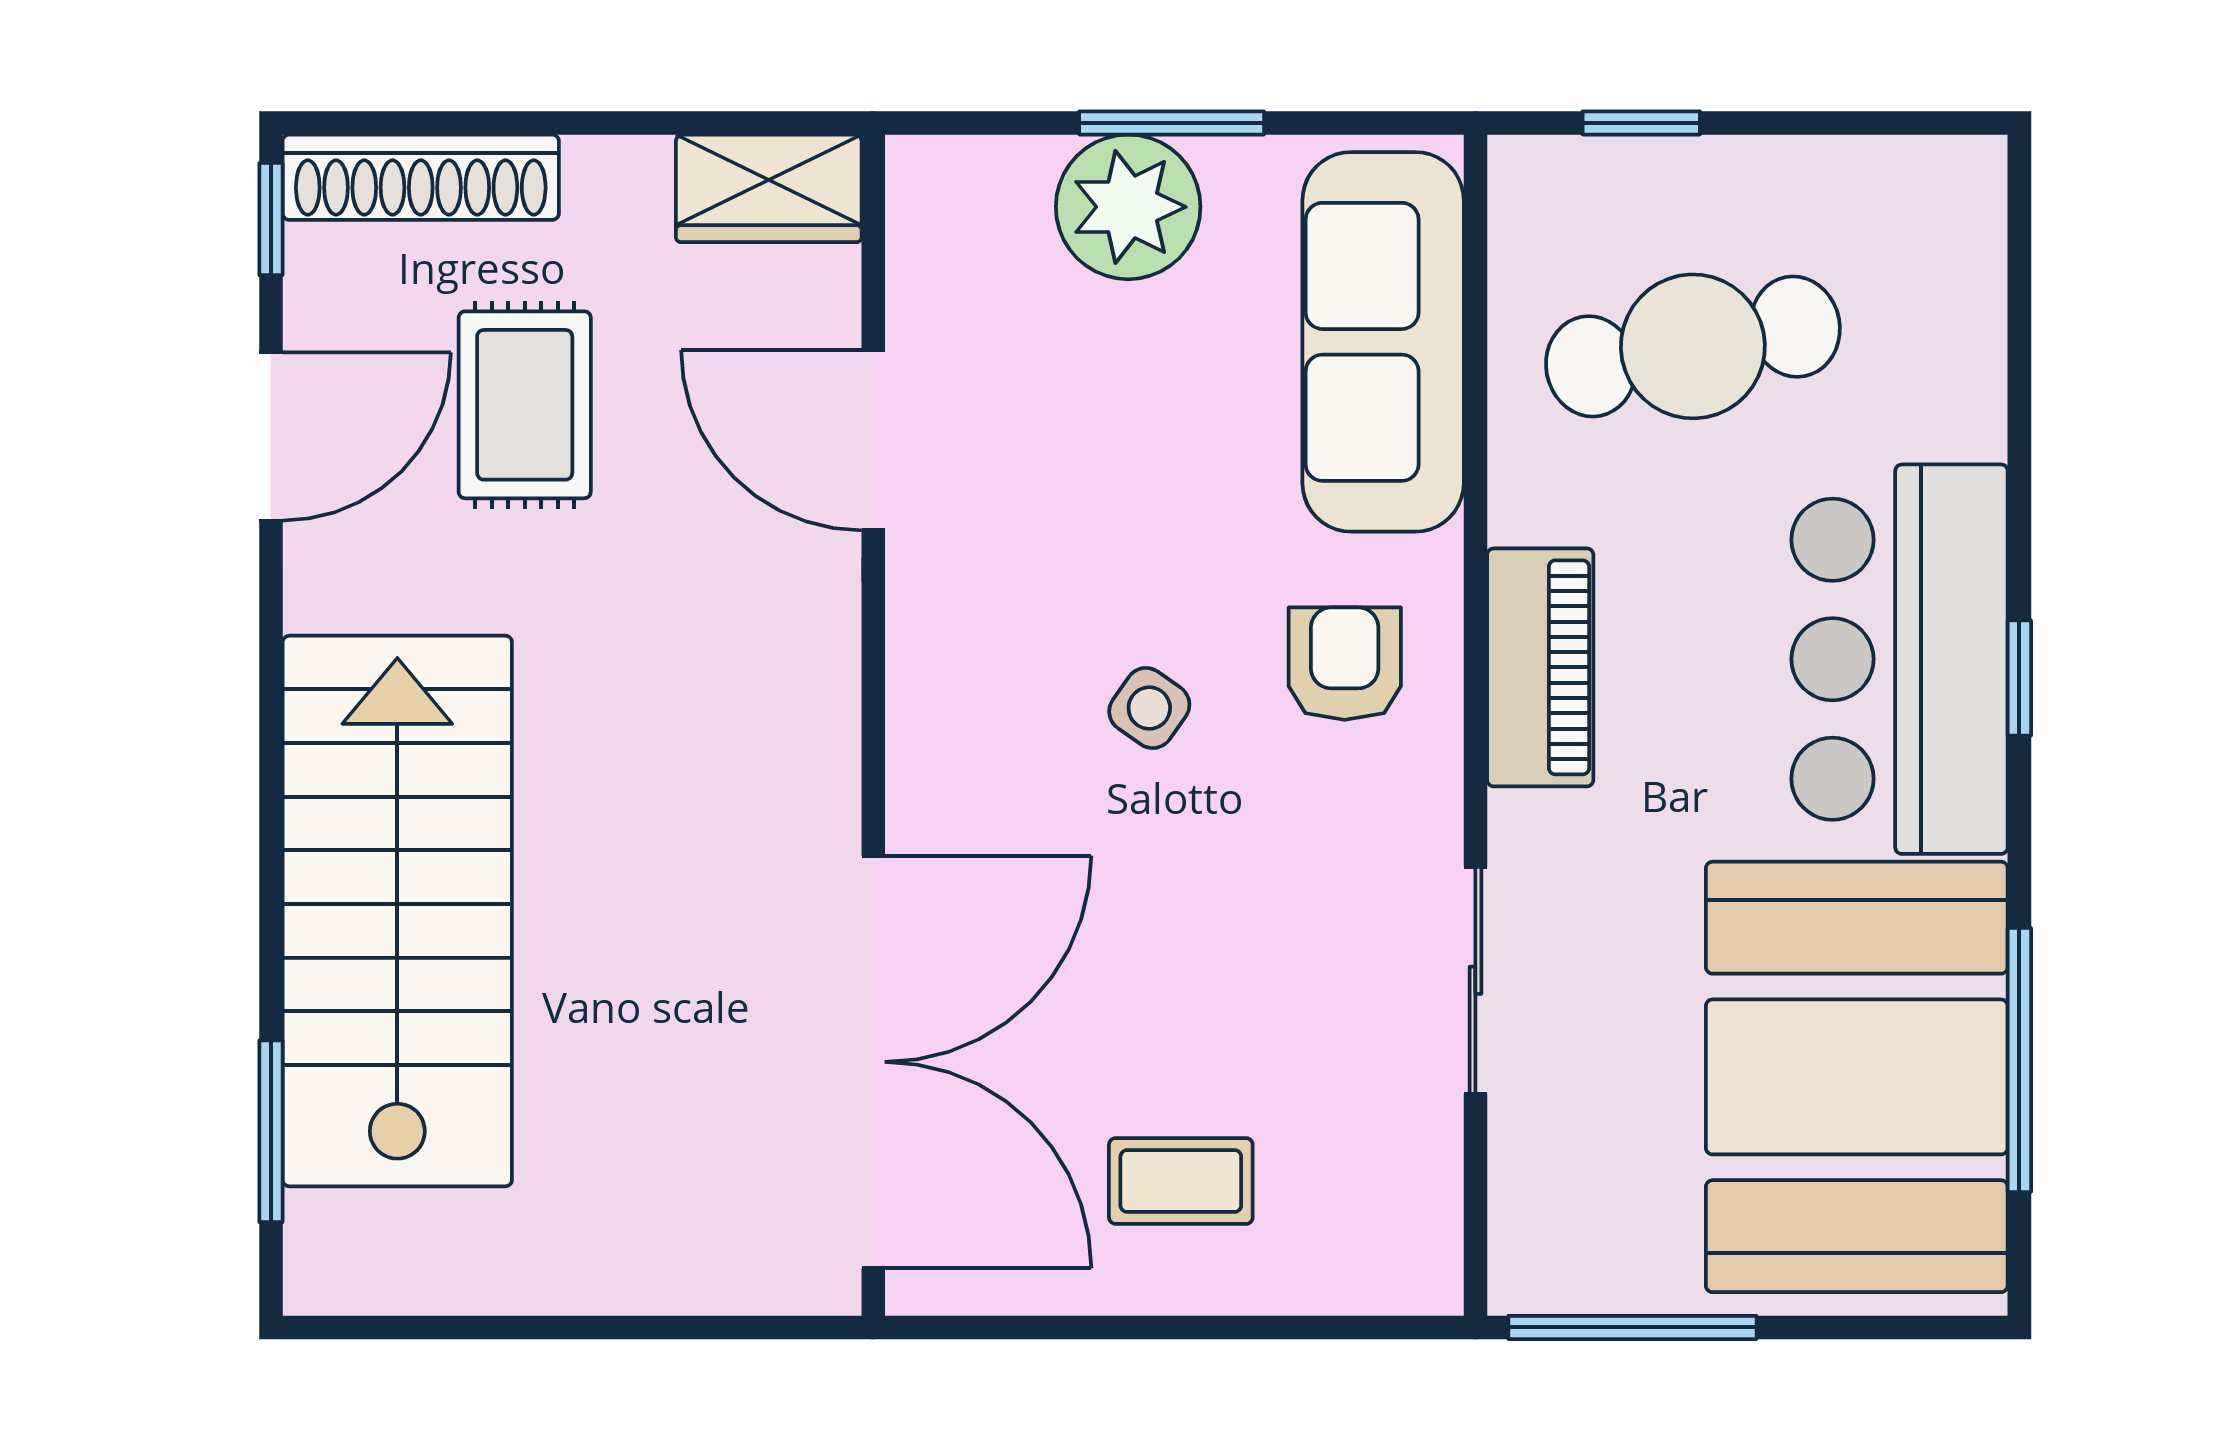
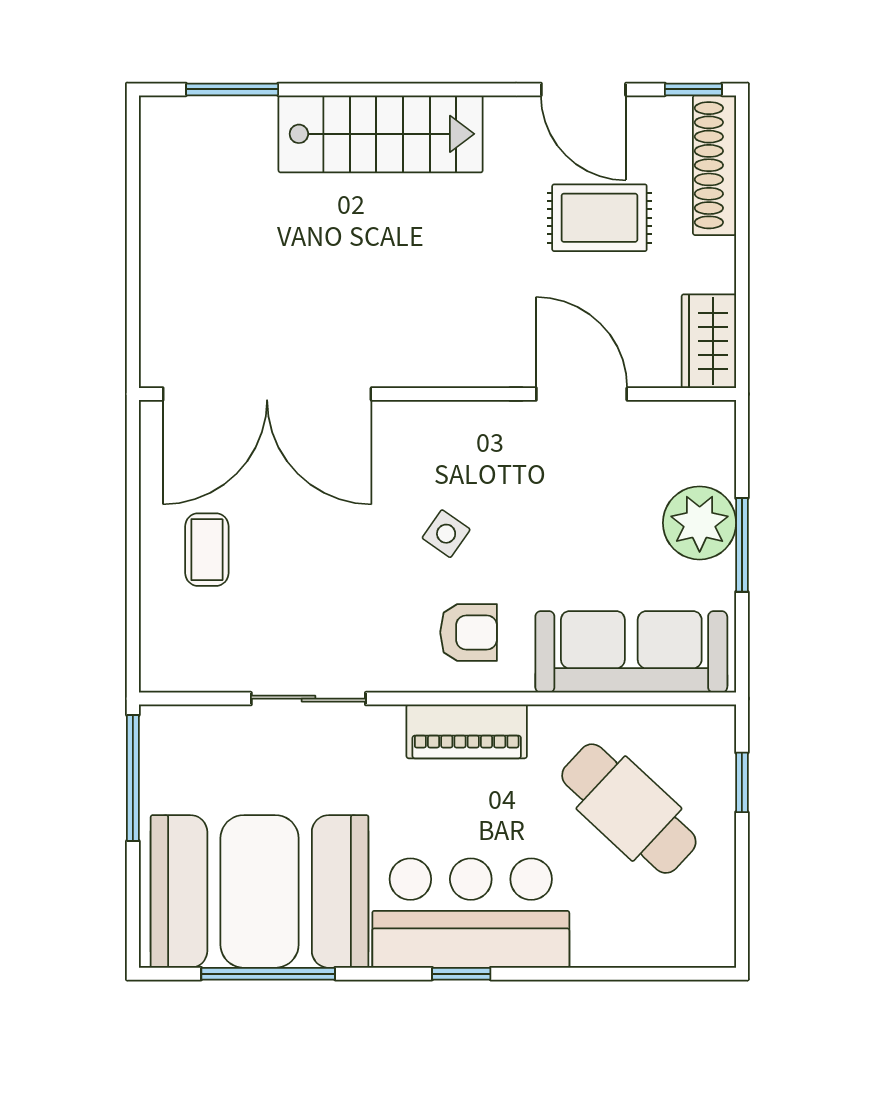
cafe table: (1693, 346) -> (629, 809), turned -36
door: (873, 440) -> (582, 394), hinge flipped
stairs: (397, 911) -> (381, 134), width x0.73, depth x0.66

